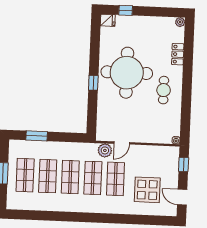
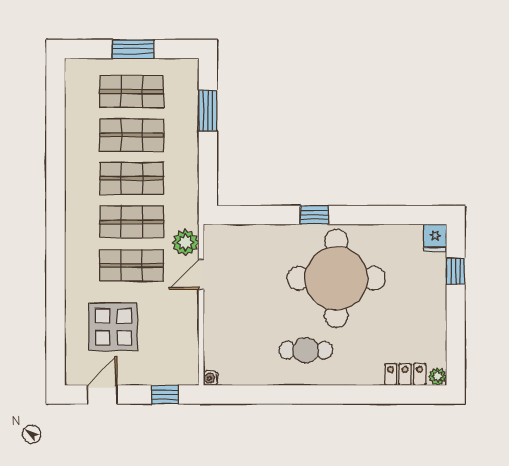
locker: (178, 54) -> (405, 375), moved
door: (122, 143) -> (201, 274), hinge flipped

